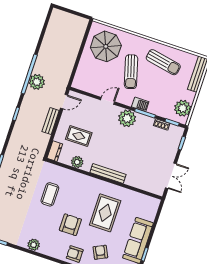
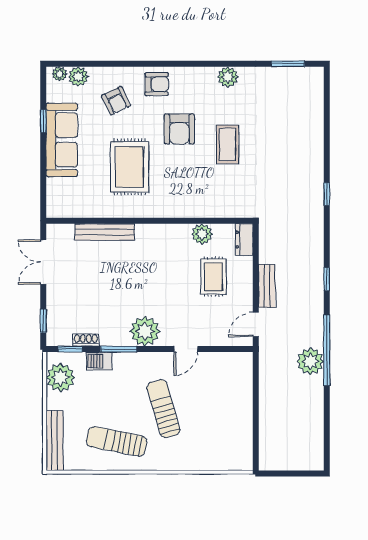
parasol: (106, 46) -> (218, 436), removed
plant: (37, 82) -> (310, 361), moved
barbecue: (140, 104) -> (99, 361), moved
rug: (79, 136) -> (213, 277), turned 90
bench: (108, 173) -> (105, 232), moved
coffee table: (50, 194) -> (227, 144), moved

